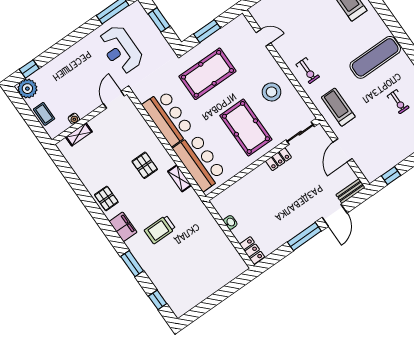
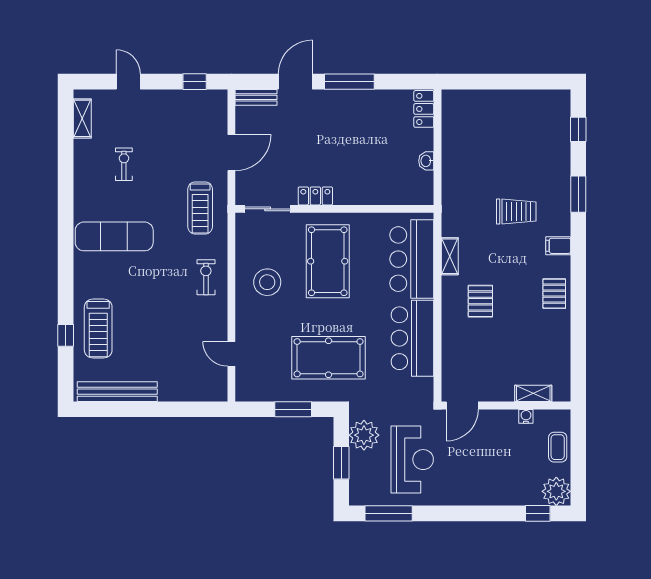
plant: (157, 44) -> (364, 435), added
filing cabinet: (123, 227) -> (558, 246), width x0.50

